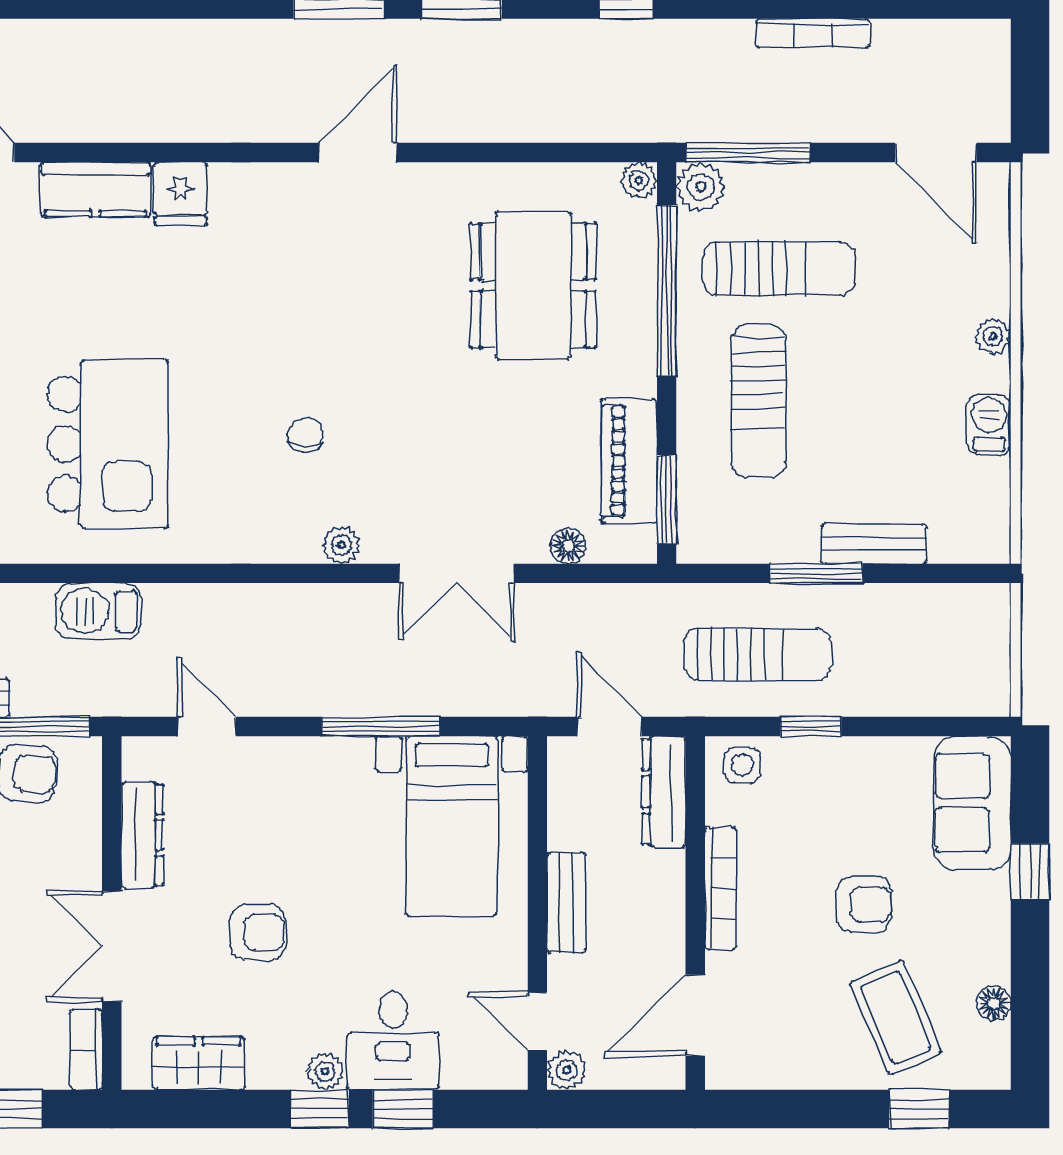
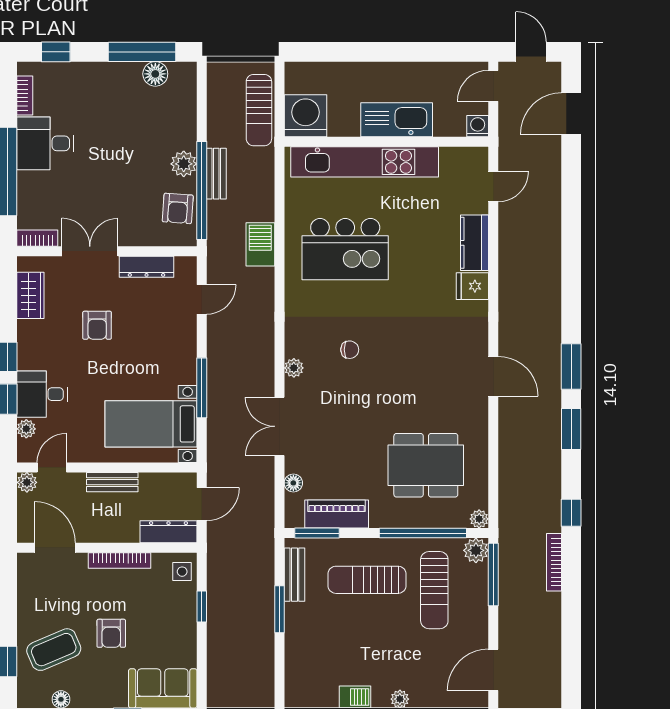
bookcase: (812, 33) -> (554, 562), moved
bench: (874, 544) -> (294, 575), moved
sun lounger: (757, 654) -> (238, 579), removed
plant: (325, 1072) -> (26, 429), moved

